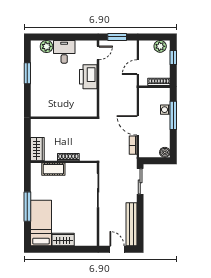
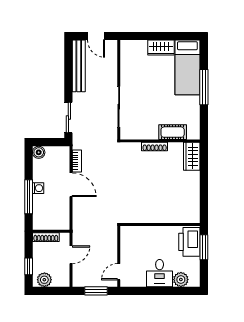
printer: (88, 77) -> (189, 242), moved, turned 180
washing machine: (165, 110) -> (38, 188), moved
wall: (64, 118) -> (160, 225), moved

